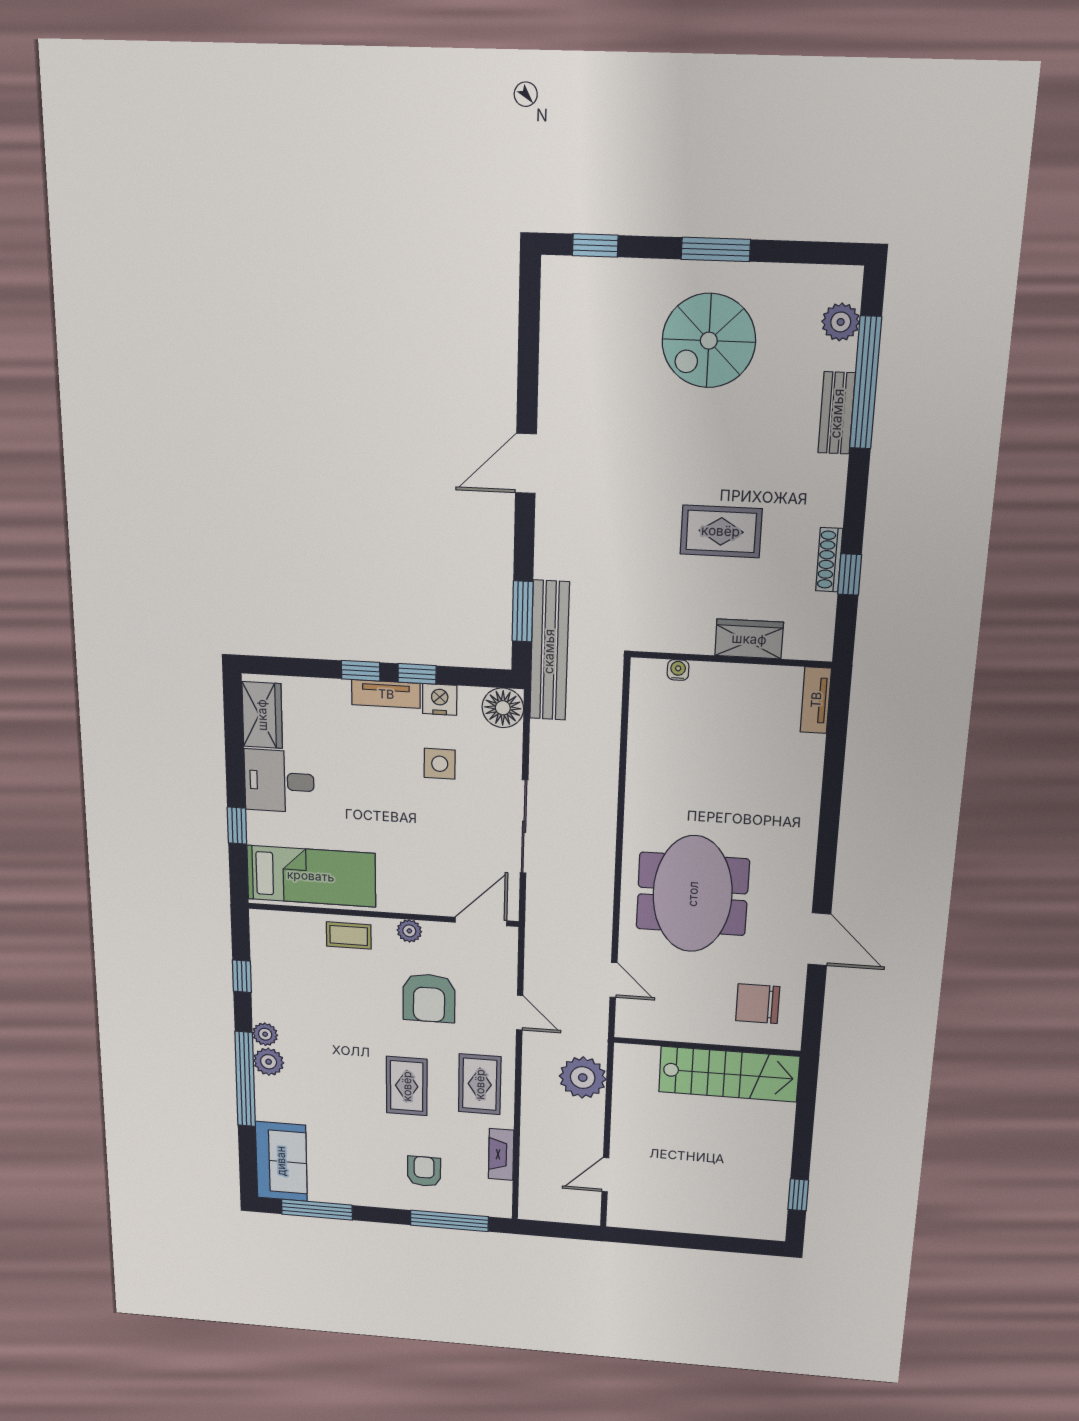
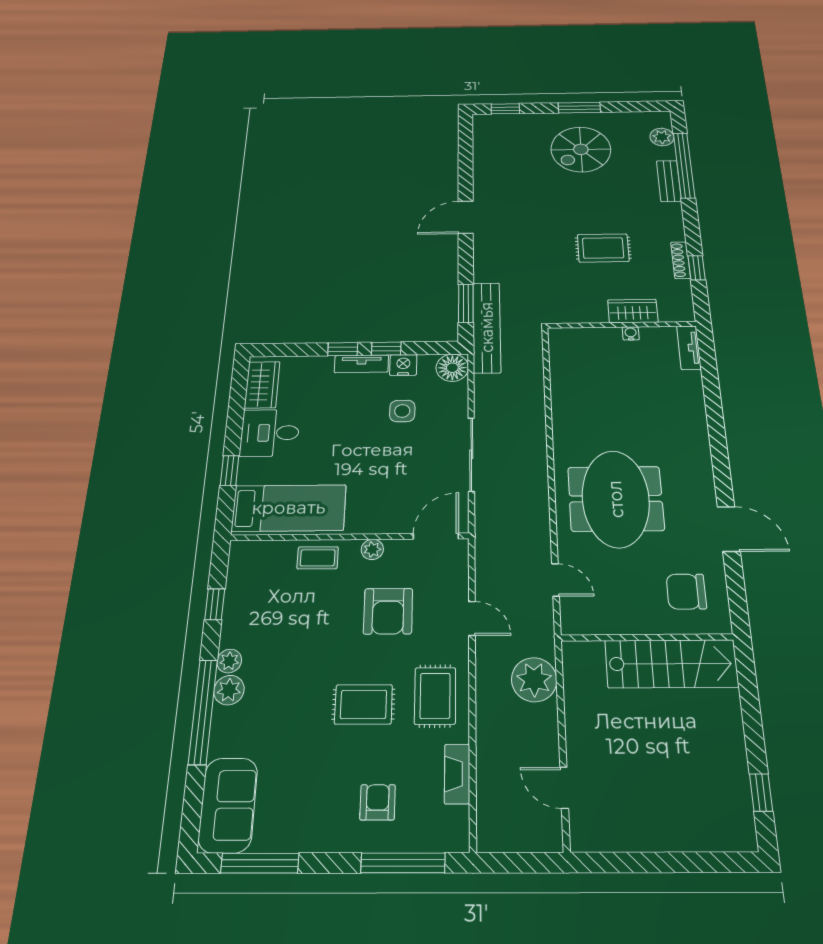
water cooler: (678, 670) -> (631, 333), moved
rug: (407, 1086) -> (363, 704), turned 90
door: (605, 1175) -> (564, 788), hinge flipped

